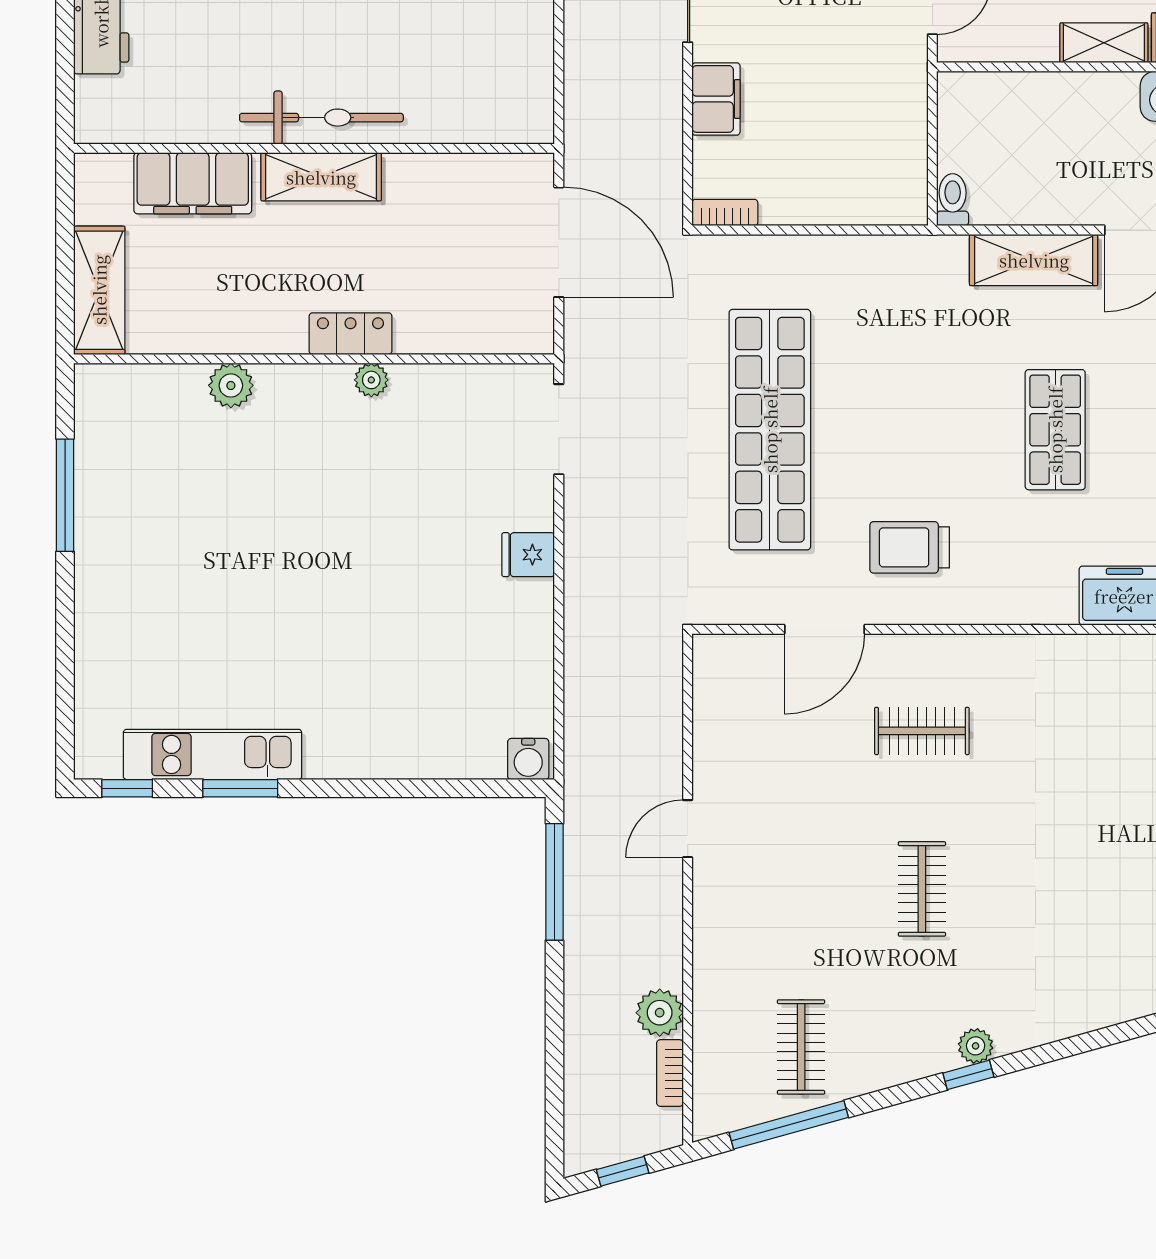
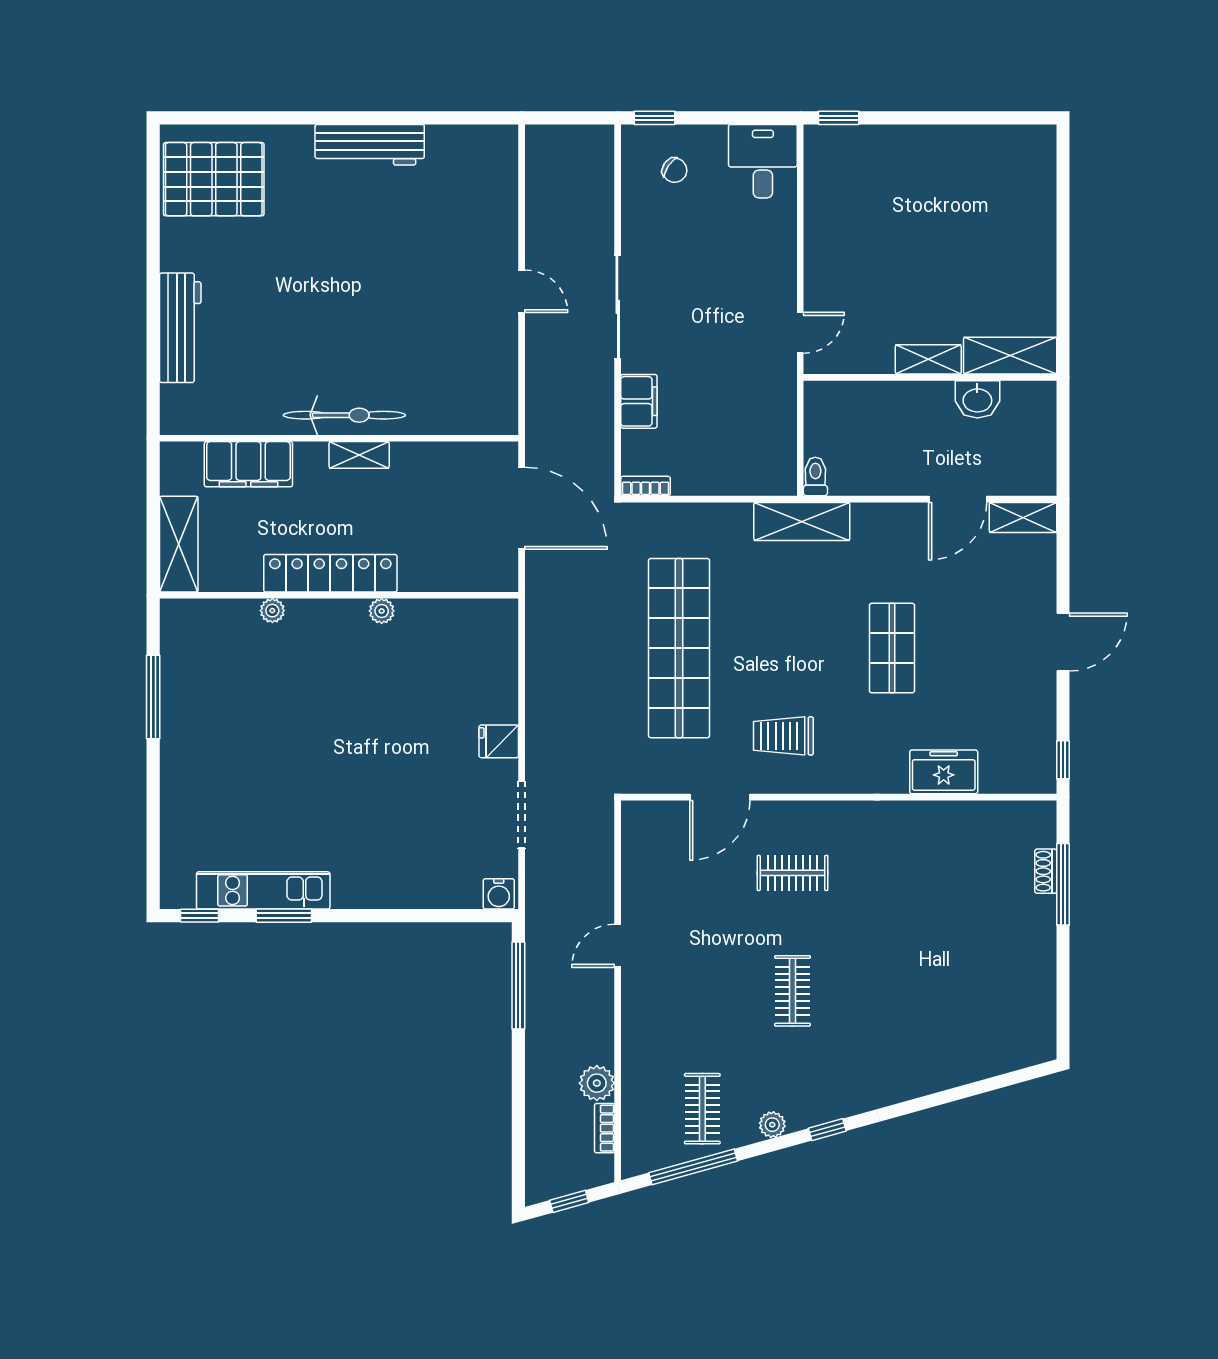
shelving: (321, 177) -> (359, 455), width x0.67, depth x0.75
shelving: (1034, 260) -> (802, 521), moved
locker: (350, 334) -> (330, 573), width x2.16, depth x1.21
plant: (231, 385) -> (272, 611), width x0.73, depth x0.73
doorway: (559, 429) -> (522, 815), moved
plant: (976, 1046) -> (772, 1125), moved

